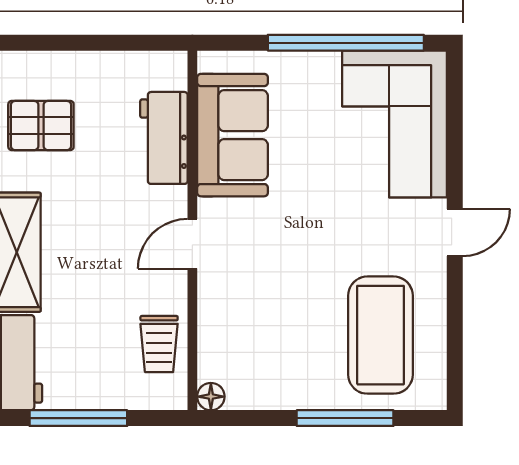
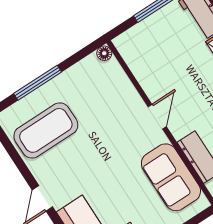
coffee table: (380, 335) -> (46, 130), turned 90
trolley: (159, 344) -> (143, 62), removed

